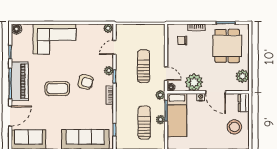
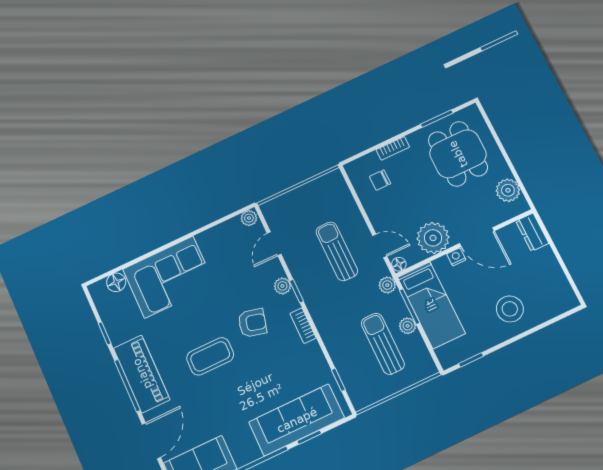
floor lamp: (16, 29) -> (116, 282), moved
stool: (234, 127) -> (510, 309), moved

